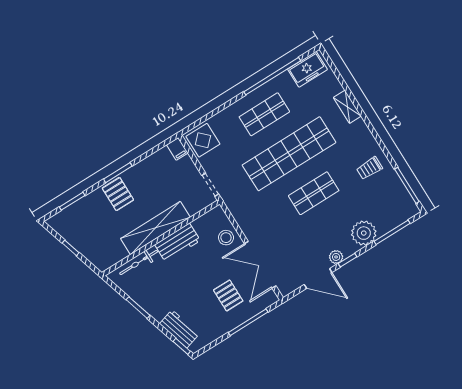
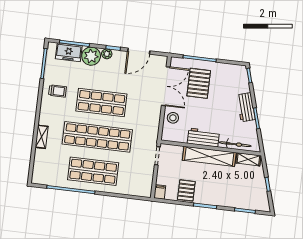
freezer: (307, 69) -> (69, 52), moved, turned 180
shop shelf: (264, 114) -> (93, 171), width x1.43, depth x1.36
display table: (203, 140) -> (141, 185), removed
shop shelf: (314, 193) -> (101, 103), width x1.43, depth x1.36
pallet: (118, 194) -> (186, 190), moved
plant: (336, 257) -> (107, 54), moved
shelving: (112, 258) -> (248, 159), added
door: (318, 279) -> (139, 51), swing flipped
pallet: (228, 295) -> (199, 83), width x1.50, depth x1.42
workbench: (179, 329) -> (246, 107), moved

